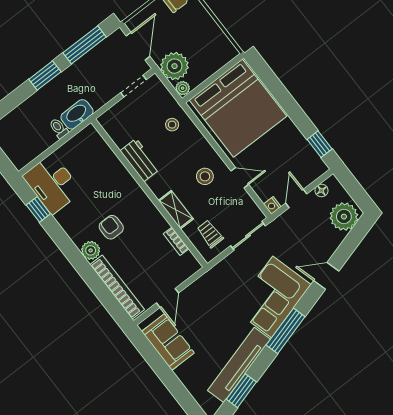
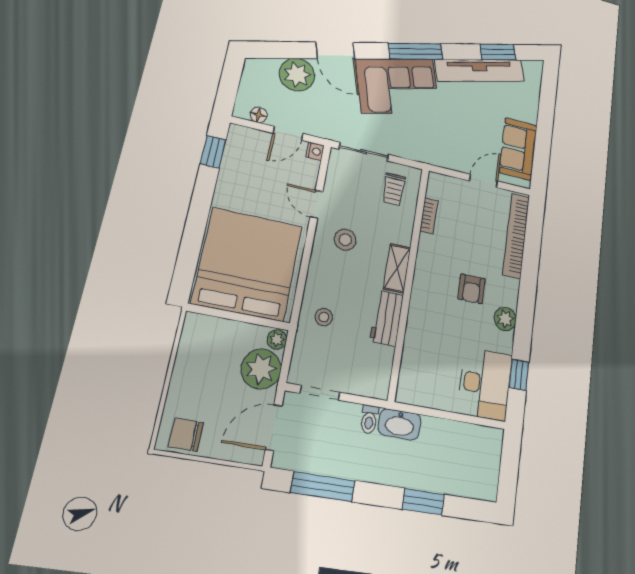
window: (45, 76) -> (423, 502), moved
toilet: (59, 128) -> (369, 419), moved
shelving: (176, 210) -> (397, 268), moved
plant: (344, 217) -> (297, 75), moved
plant: (91, 250) -> (505, 319), moved
door: (326, 276) -> (335, 51), width x1.38

